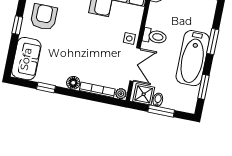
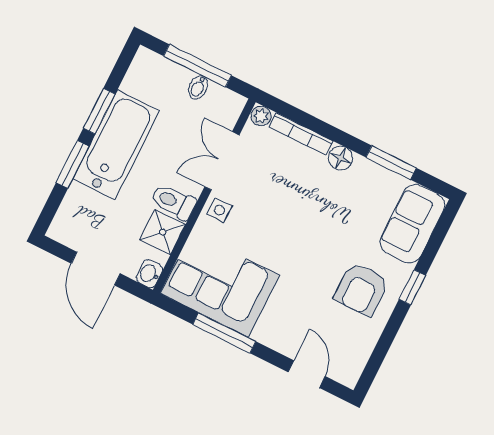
window: (204, 87) -> (99, 111), moved
window: (46, 88) -> (391, 163), width x1.50
shower: (144, 94) -> (163, 232), moved
window: (161, 111) -> (197, 66), width x1.44

